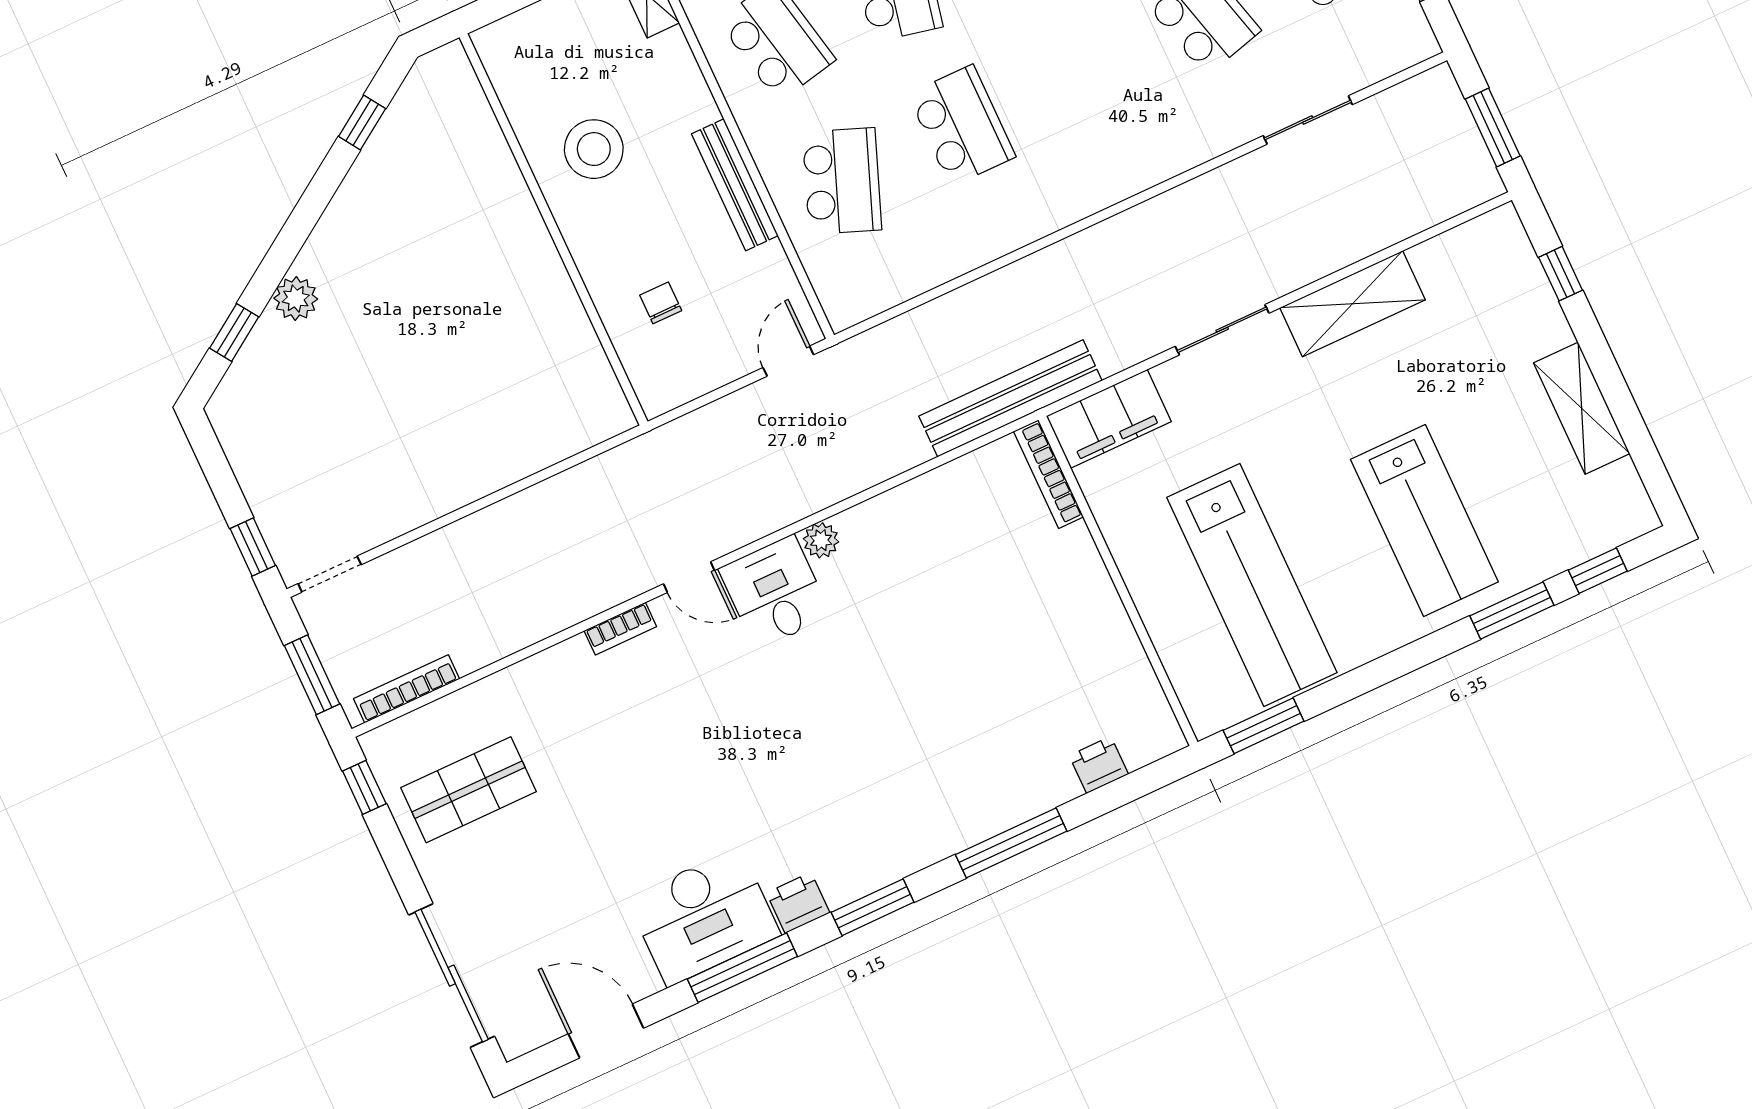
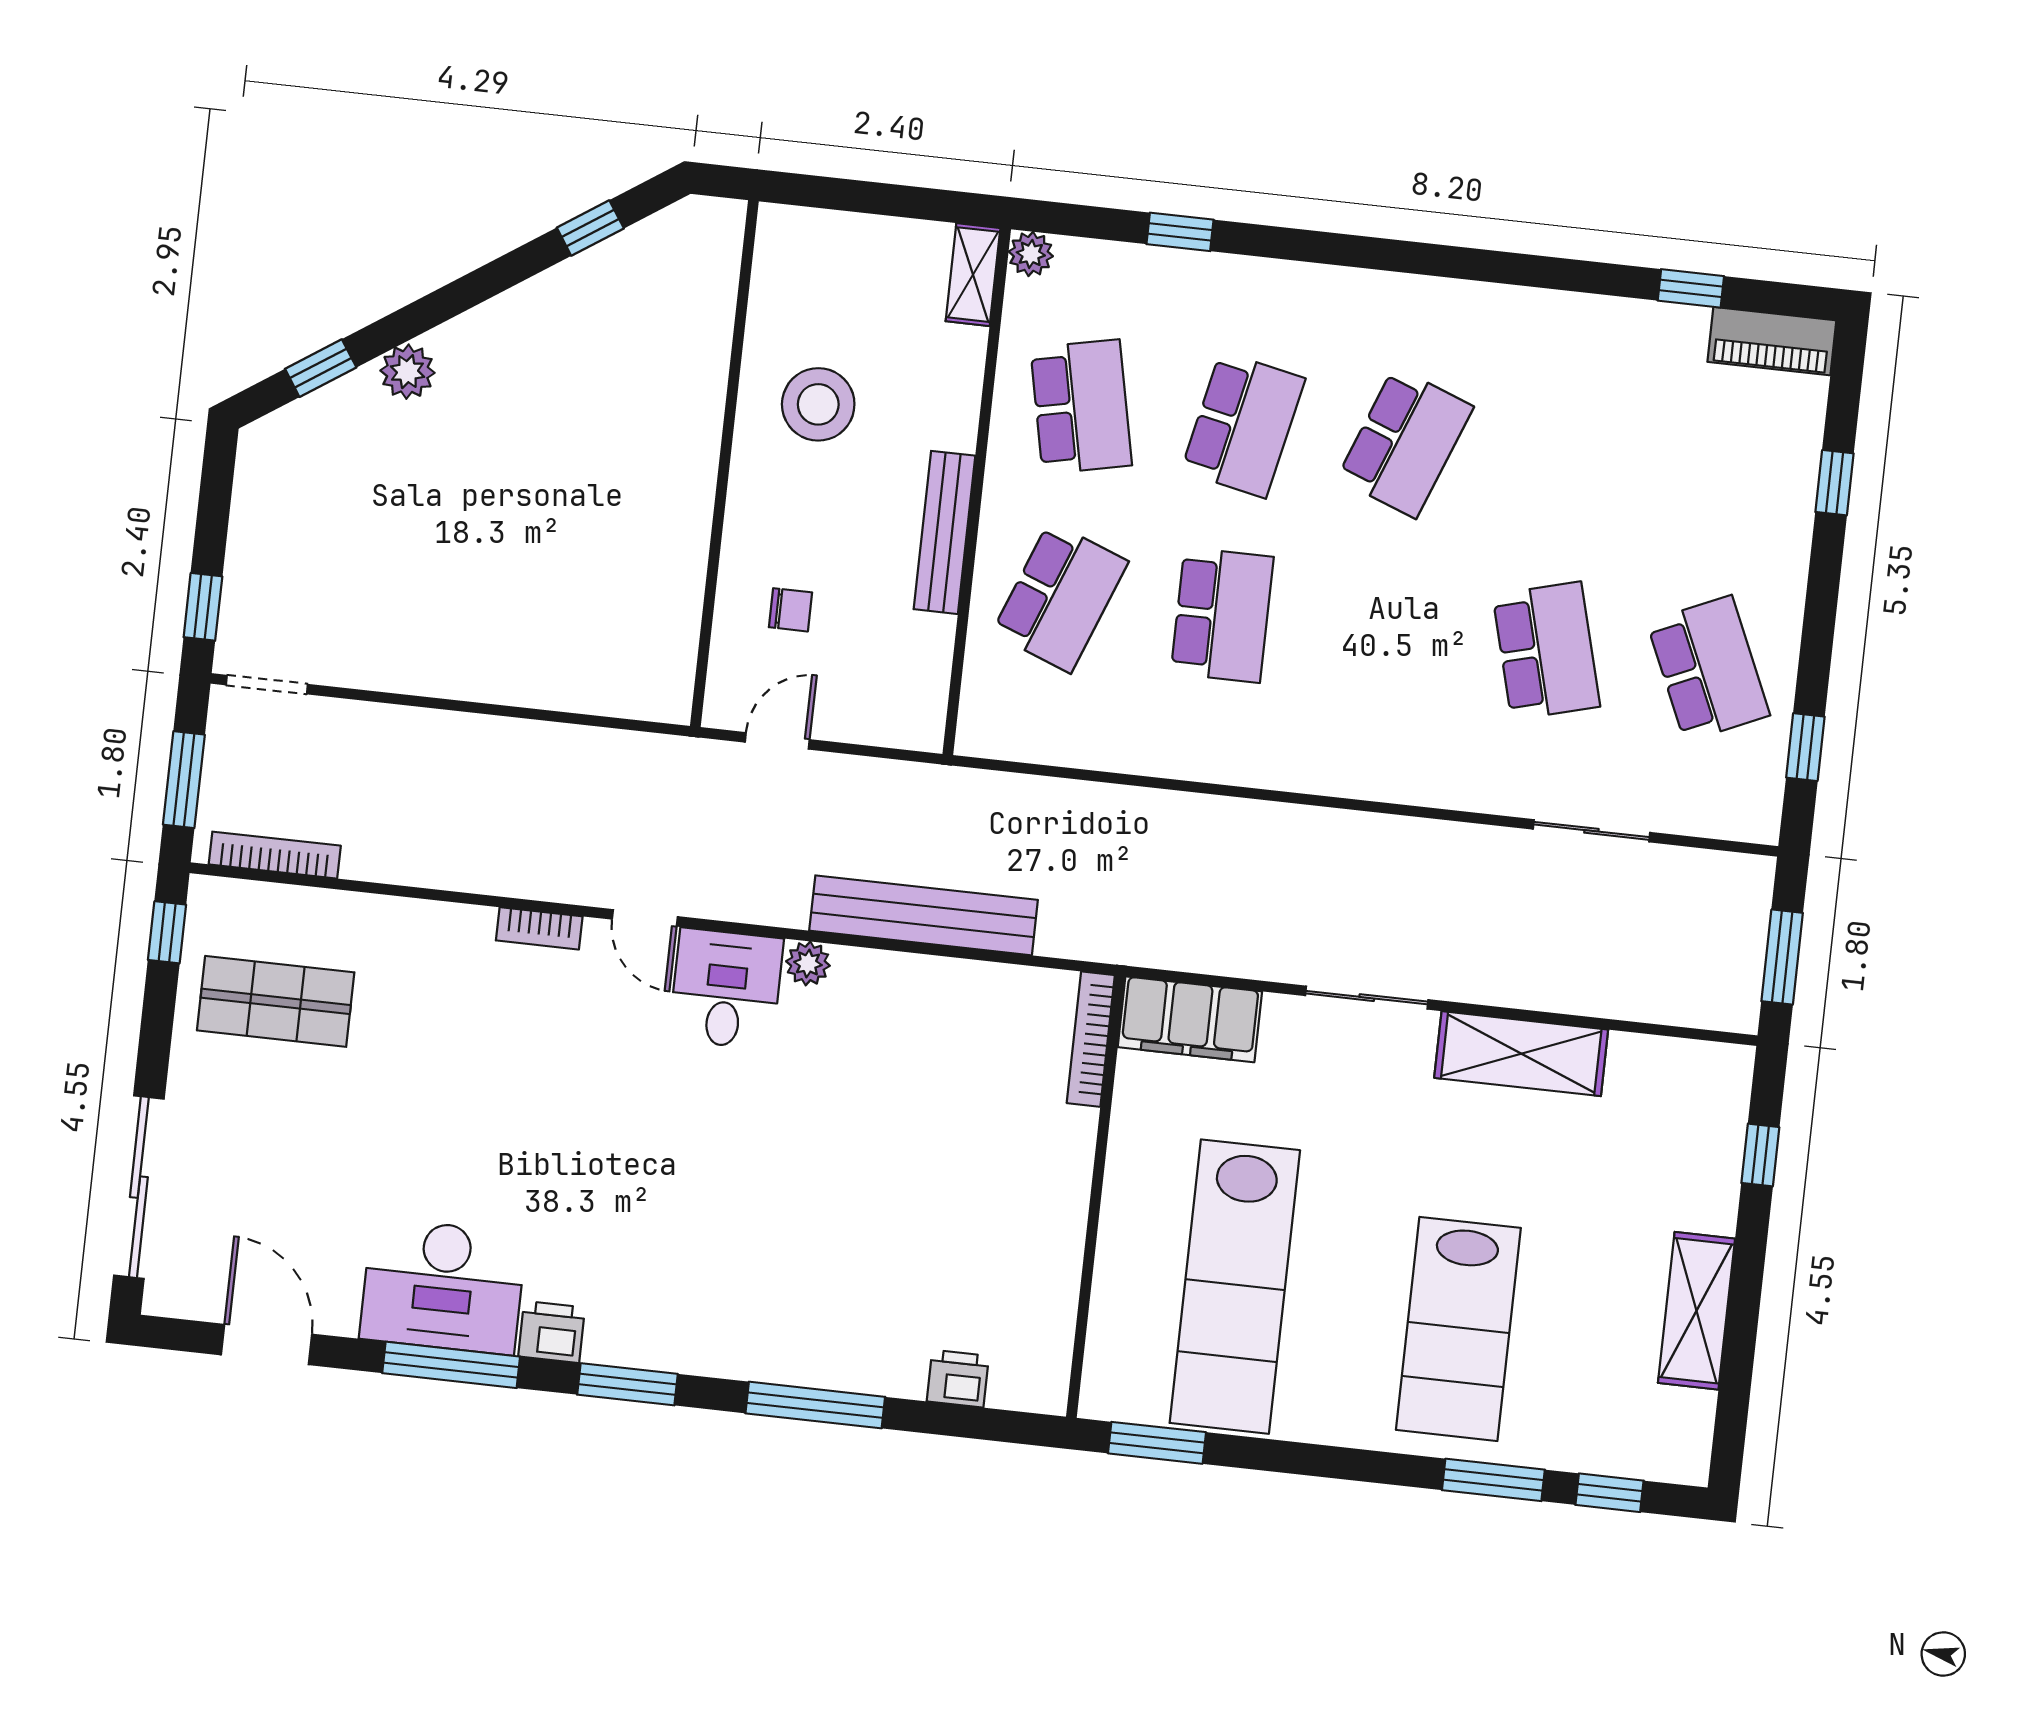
chair: (661, 303) -> (790, 610), turned 90
door: (788, 361) -> (777, 741), moved
bench: (1010, 398) -> (924, 915), moved

